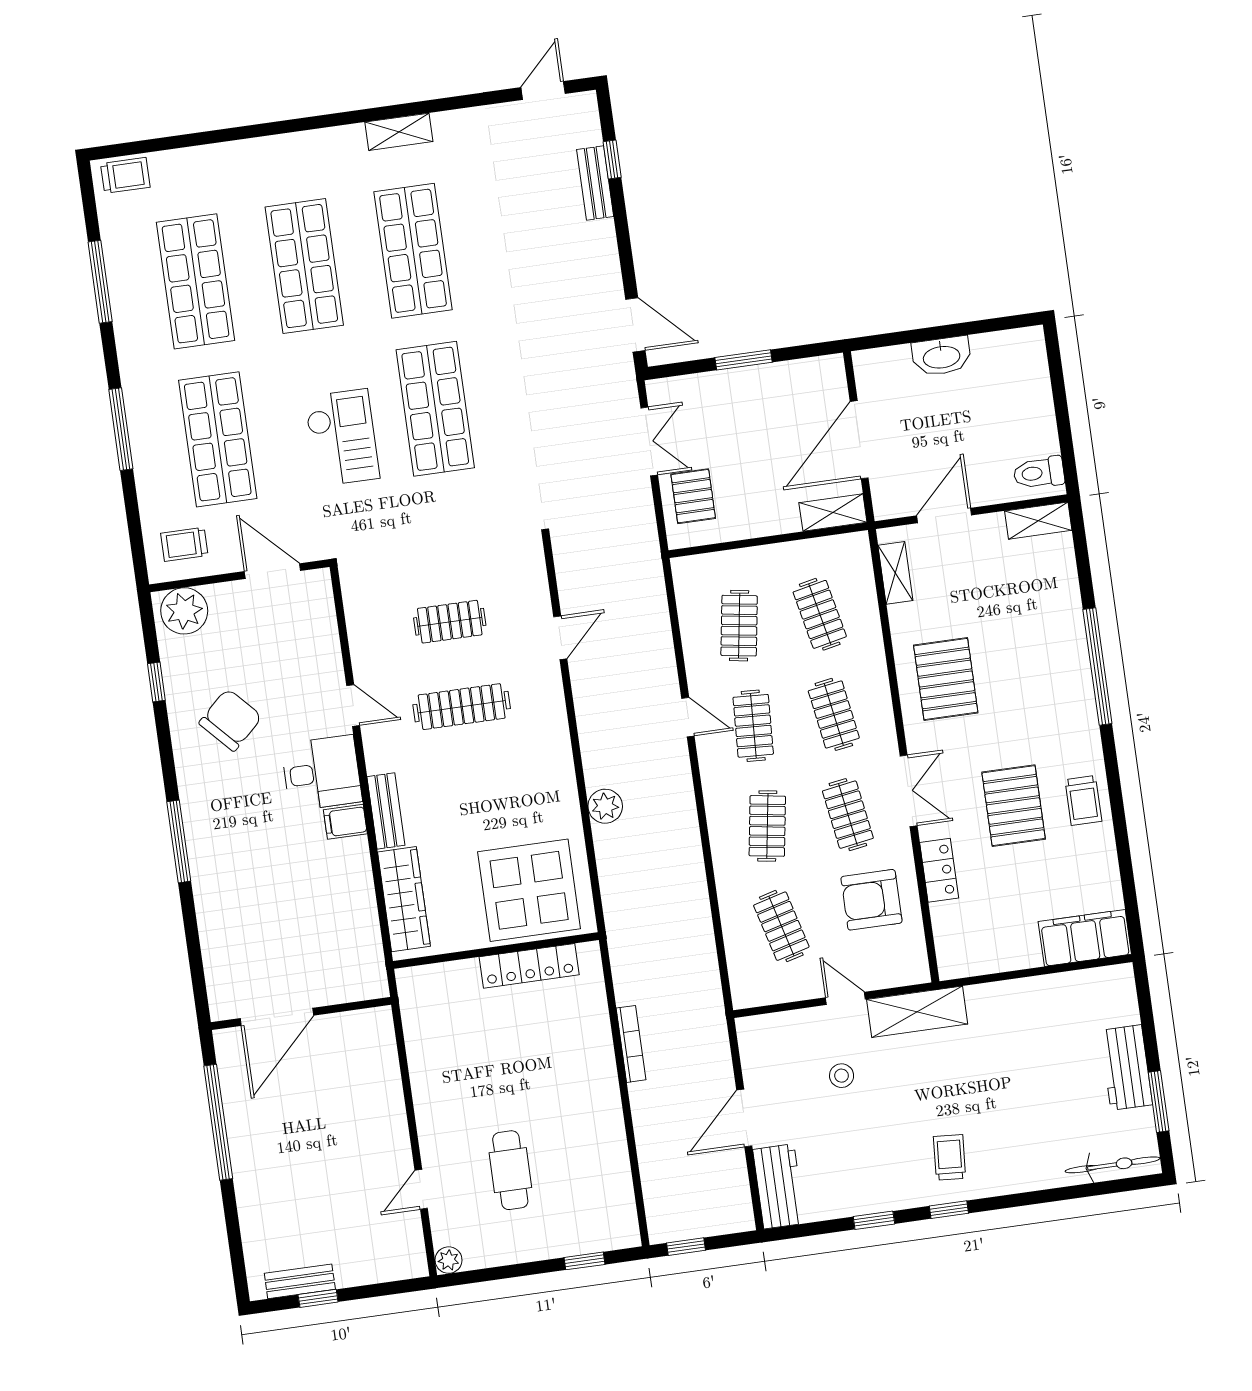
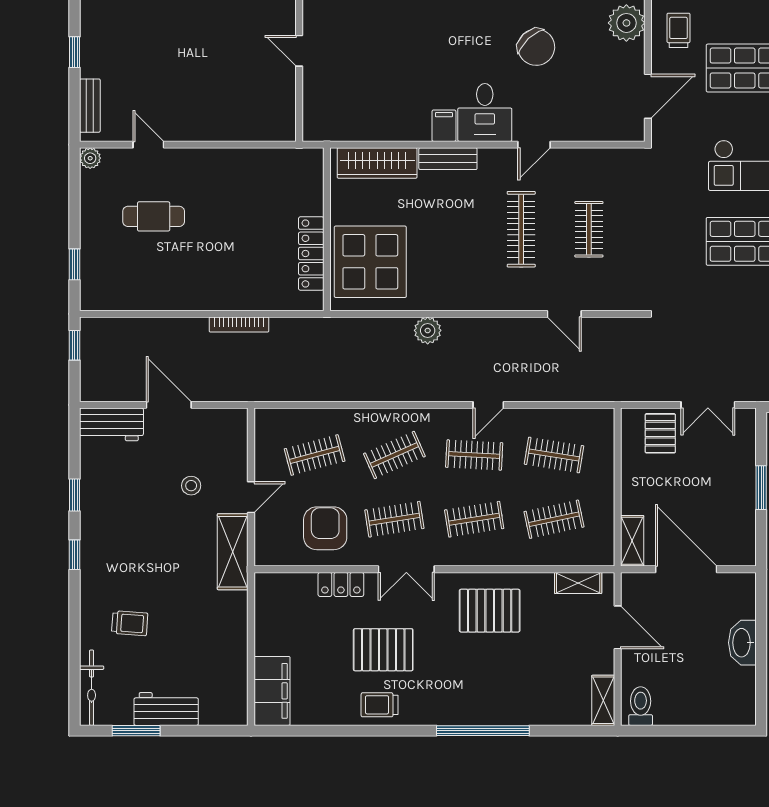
pallet: (693, 496) -> (660, 433), turned 90
clothes rail: (767, 826) -> (394, 455), turned -33
door: (277, 1017) -> (299, 51), width x0.53
trolley: (950, 1157) -> (130, 623), moved
bench: (300, 1281) -> (90, 106), moved

